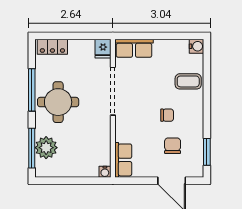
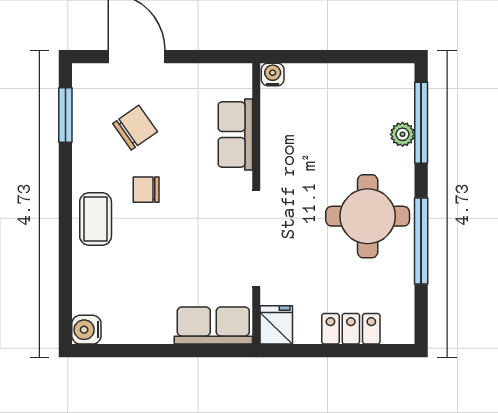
locker: (52, 47) -> (351, 329), moved
coffee table: (188, 81) -> (96, 219), moved, turned 90
chair: (173, 146) -> (135, 128), turned -125
plant: (46, 148) -> (403, 134), width x0.53, depth x0.53
row of seats: (123, 160) -> (235, 135), moved

